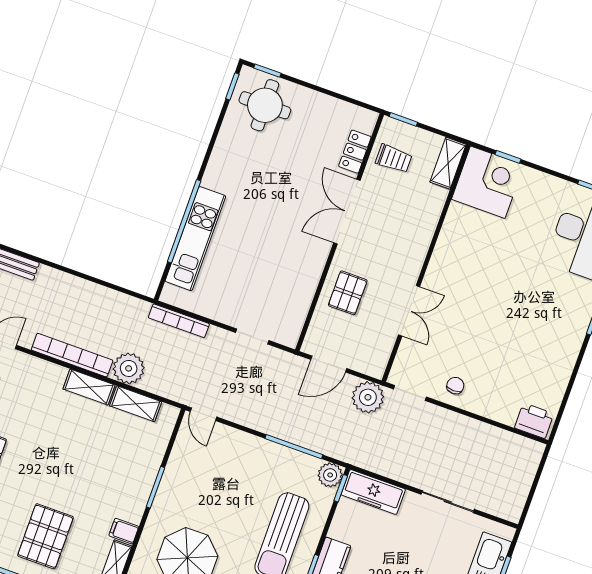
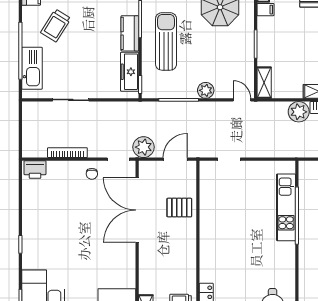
double door: (347, 212) -> (198, 258), removed
pallet: (348, 293) -> (179, 208), turned 90
double door: (409, 311) -> (137, 210), width x1.87
bookcase: (179, 321) -> (67, 153), moved
shelving: (136, 404) -> (264, 83), moved, turned 90
plant: (330, 475) -> (206, 90), moved
freezer: (373, 492) -> (130, 72), moved, turned -90

